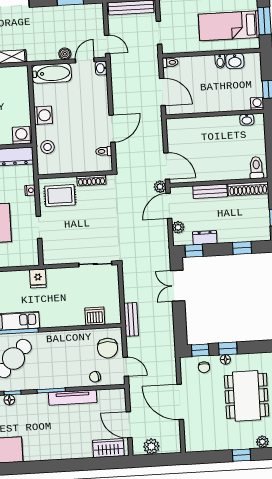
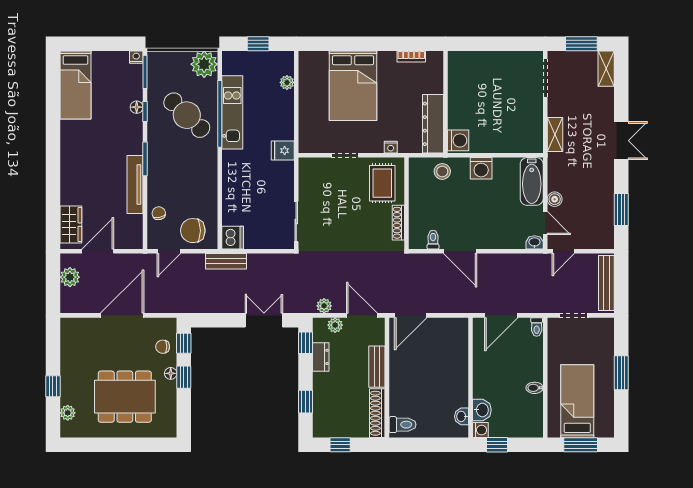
washbasin: (235, 61) -> (482, 410), moved, turned 180
plant: (160, 187) -> (324, 306), moved
dishwasher: (95, 316) -> (233, 238), moved

